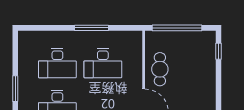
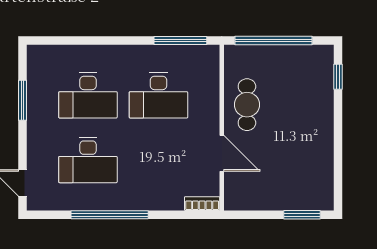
window: (91, 28) -> (180, 40), moved
window: (15, 89) -> (23, 100), moved

